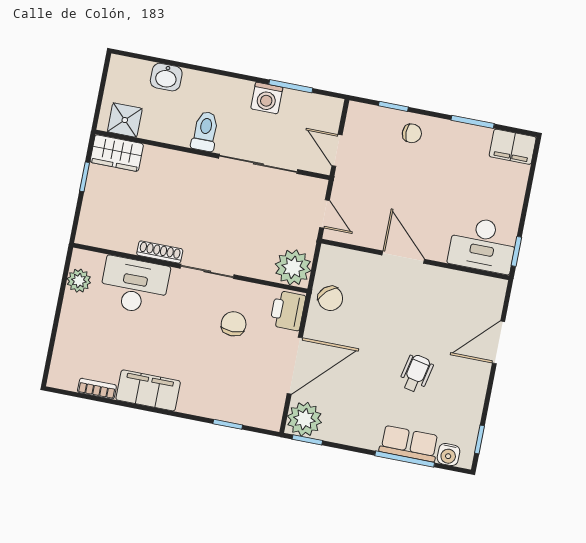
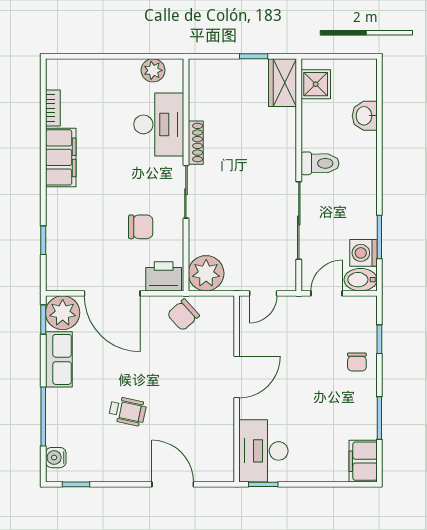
washing machine: (267, 98) -> (364, 253), moved
bidet: (330, 113) -> (361, 280), added
row of seats: (409, 444) -> (59, 359), moved

